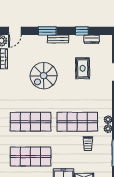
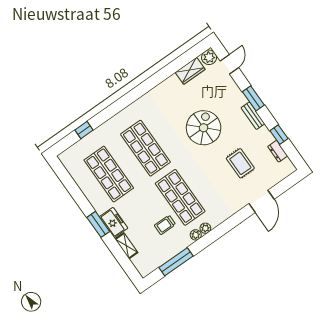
door: (15, 31) -> (229, 64), swing flipped
rug: (83, 68) -> (240, 163), turned 90
spiral stairs: (44, 76) -> (204, 128), turned 90

